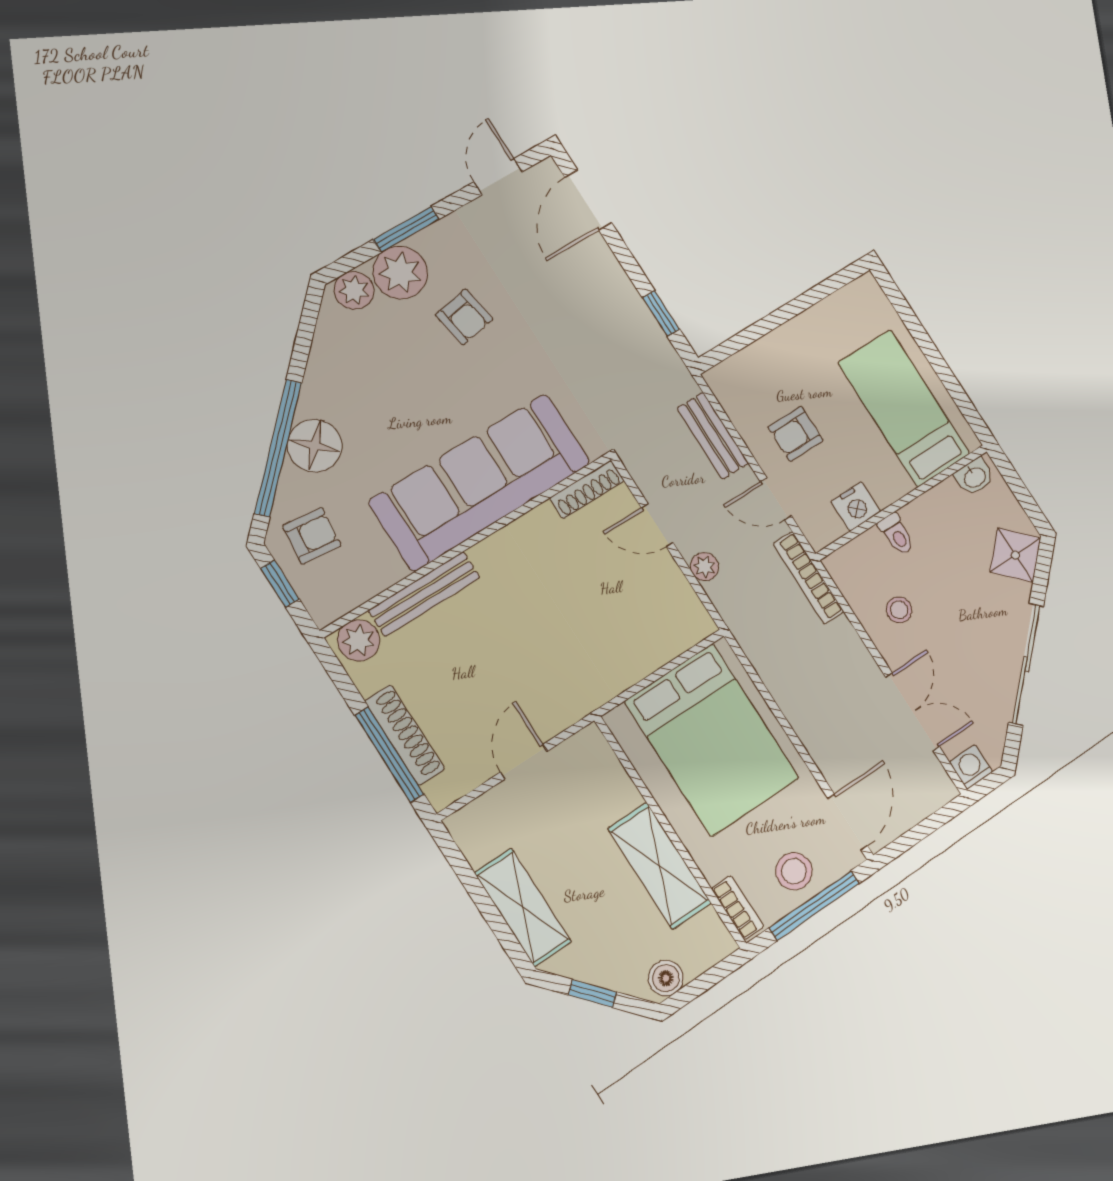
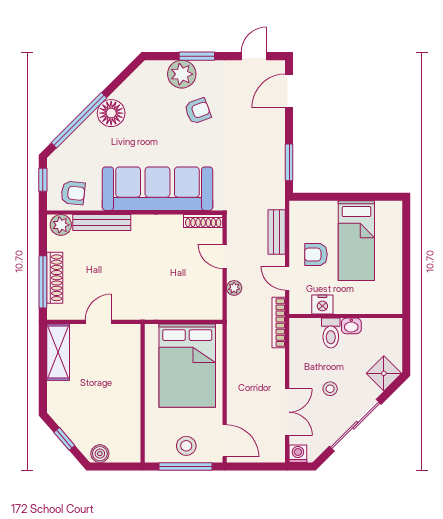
plant: (354, 290) -> (156, 70), removed
window: (661, 313) -> (289, 162), width x1.50
armchair: (464, 317) -> (198, 111), turned -100
bed: (904, 408) -> (356, 241), moved, turned 180
floor lamp: (315, 446) -> (111, 113), moved
washbasin: (974, 477) -> (351, 326), moved
toilet: (897, 534) -> (331, 333), width x1.37, depth x1.39
armchair: (312, 536) -> (73, 193), moved
stool: (899, 610) -> (330, 389), moved
door: (848, 822) -> (225, 441), hinge flipped
shelving: (660, 866) -> (128, 405), removed
shelving: (523, 907) -> (58, 352), moved
bookcase: (738, 908) -> (151, 445), removed

